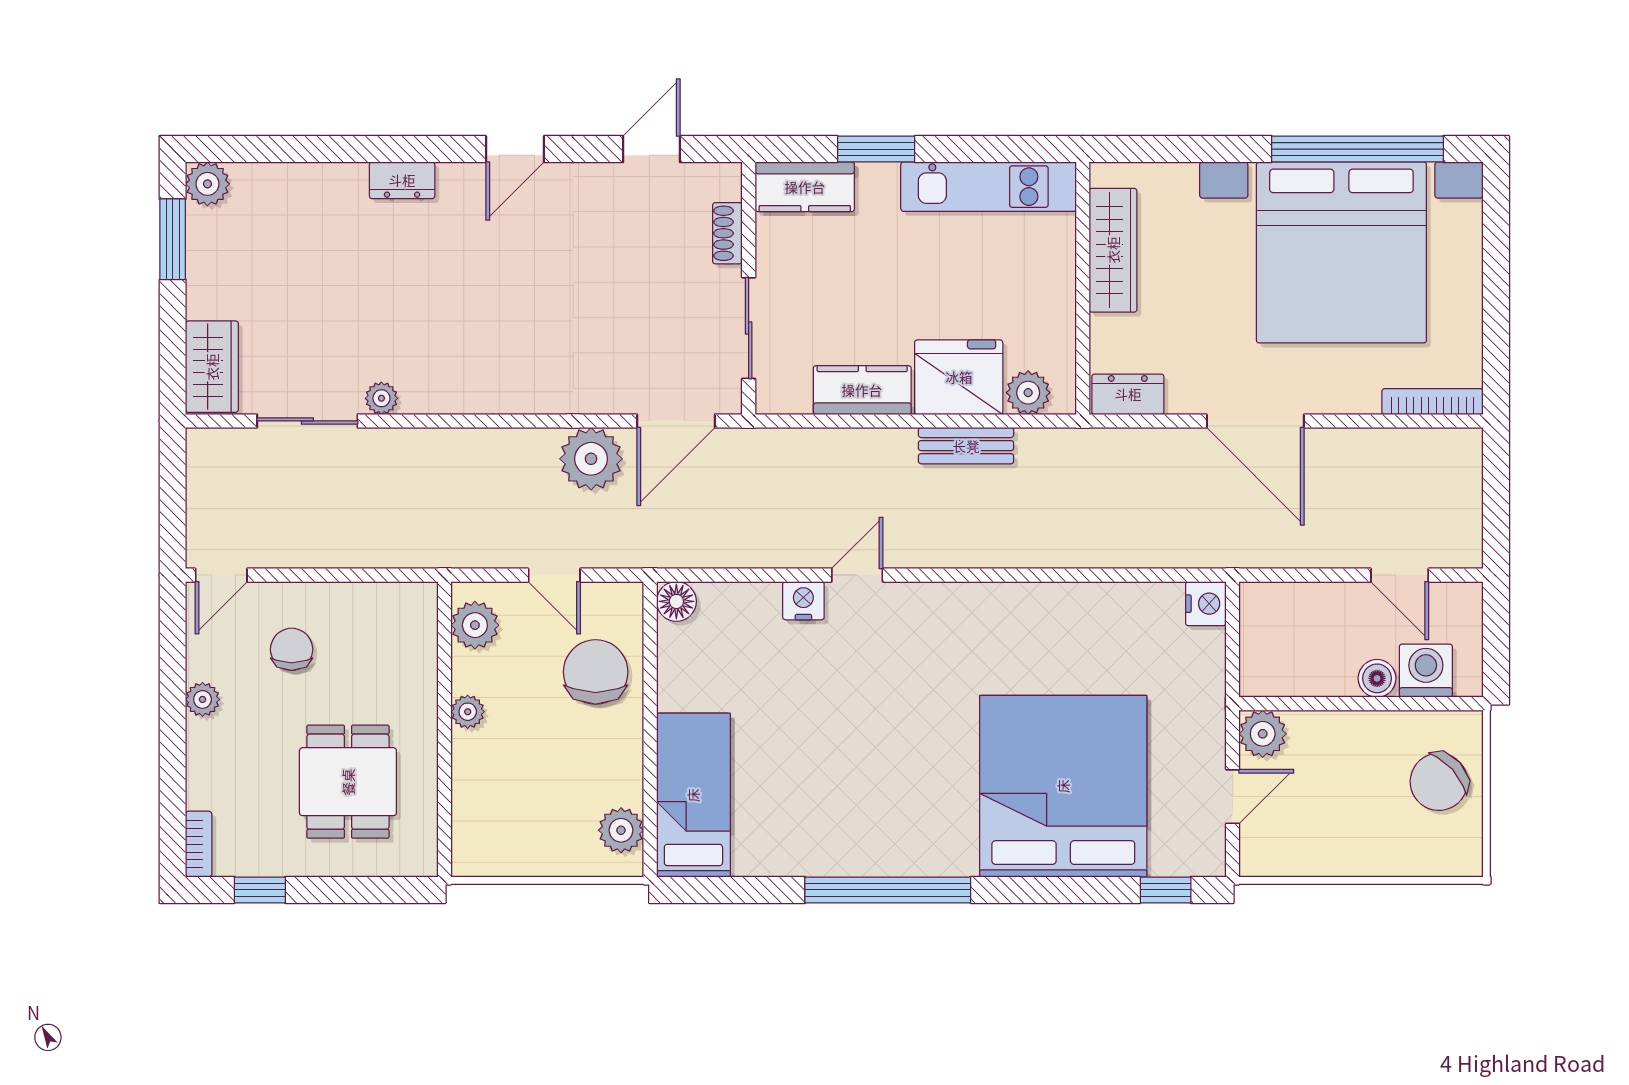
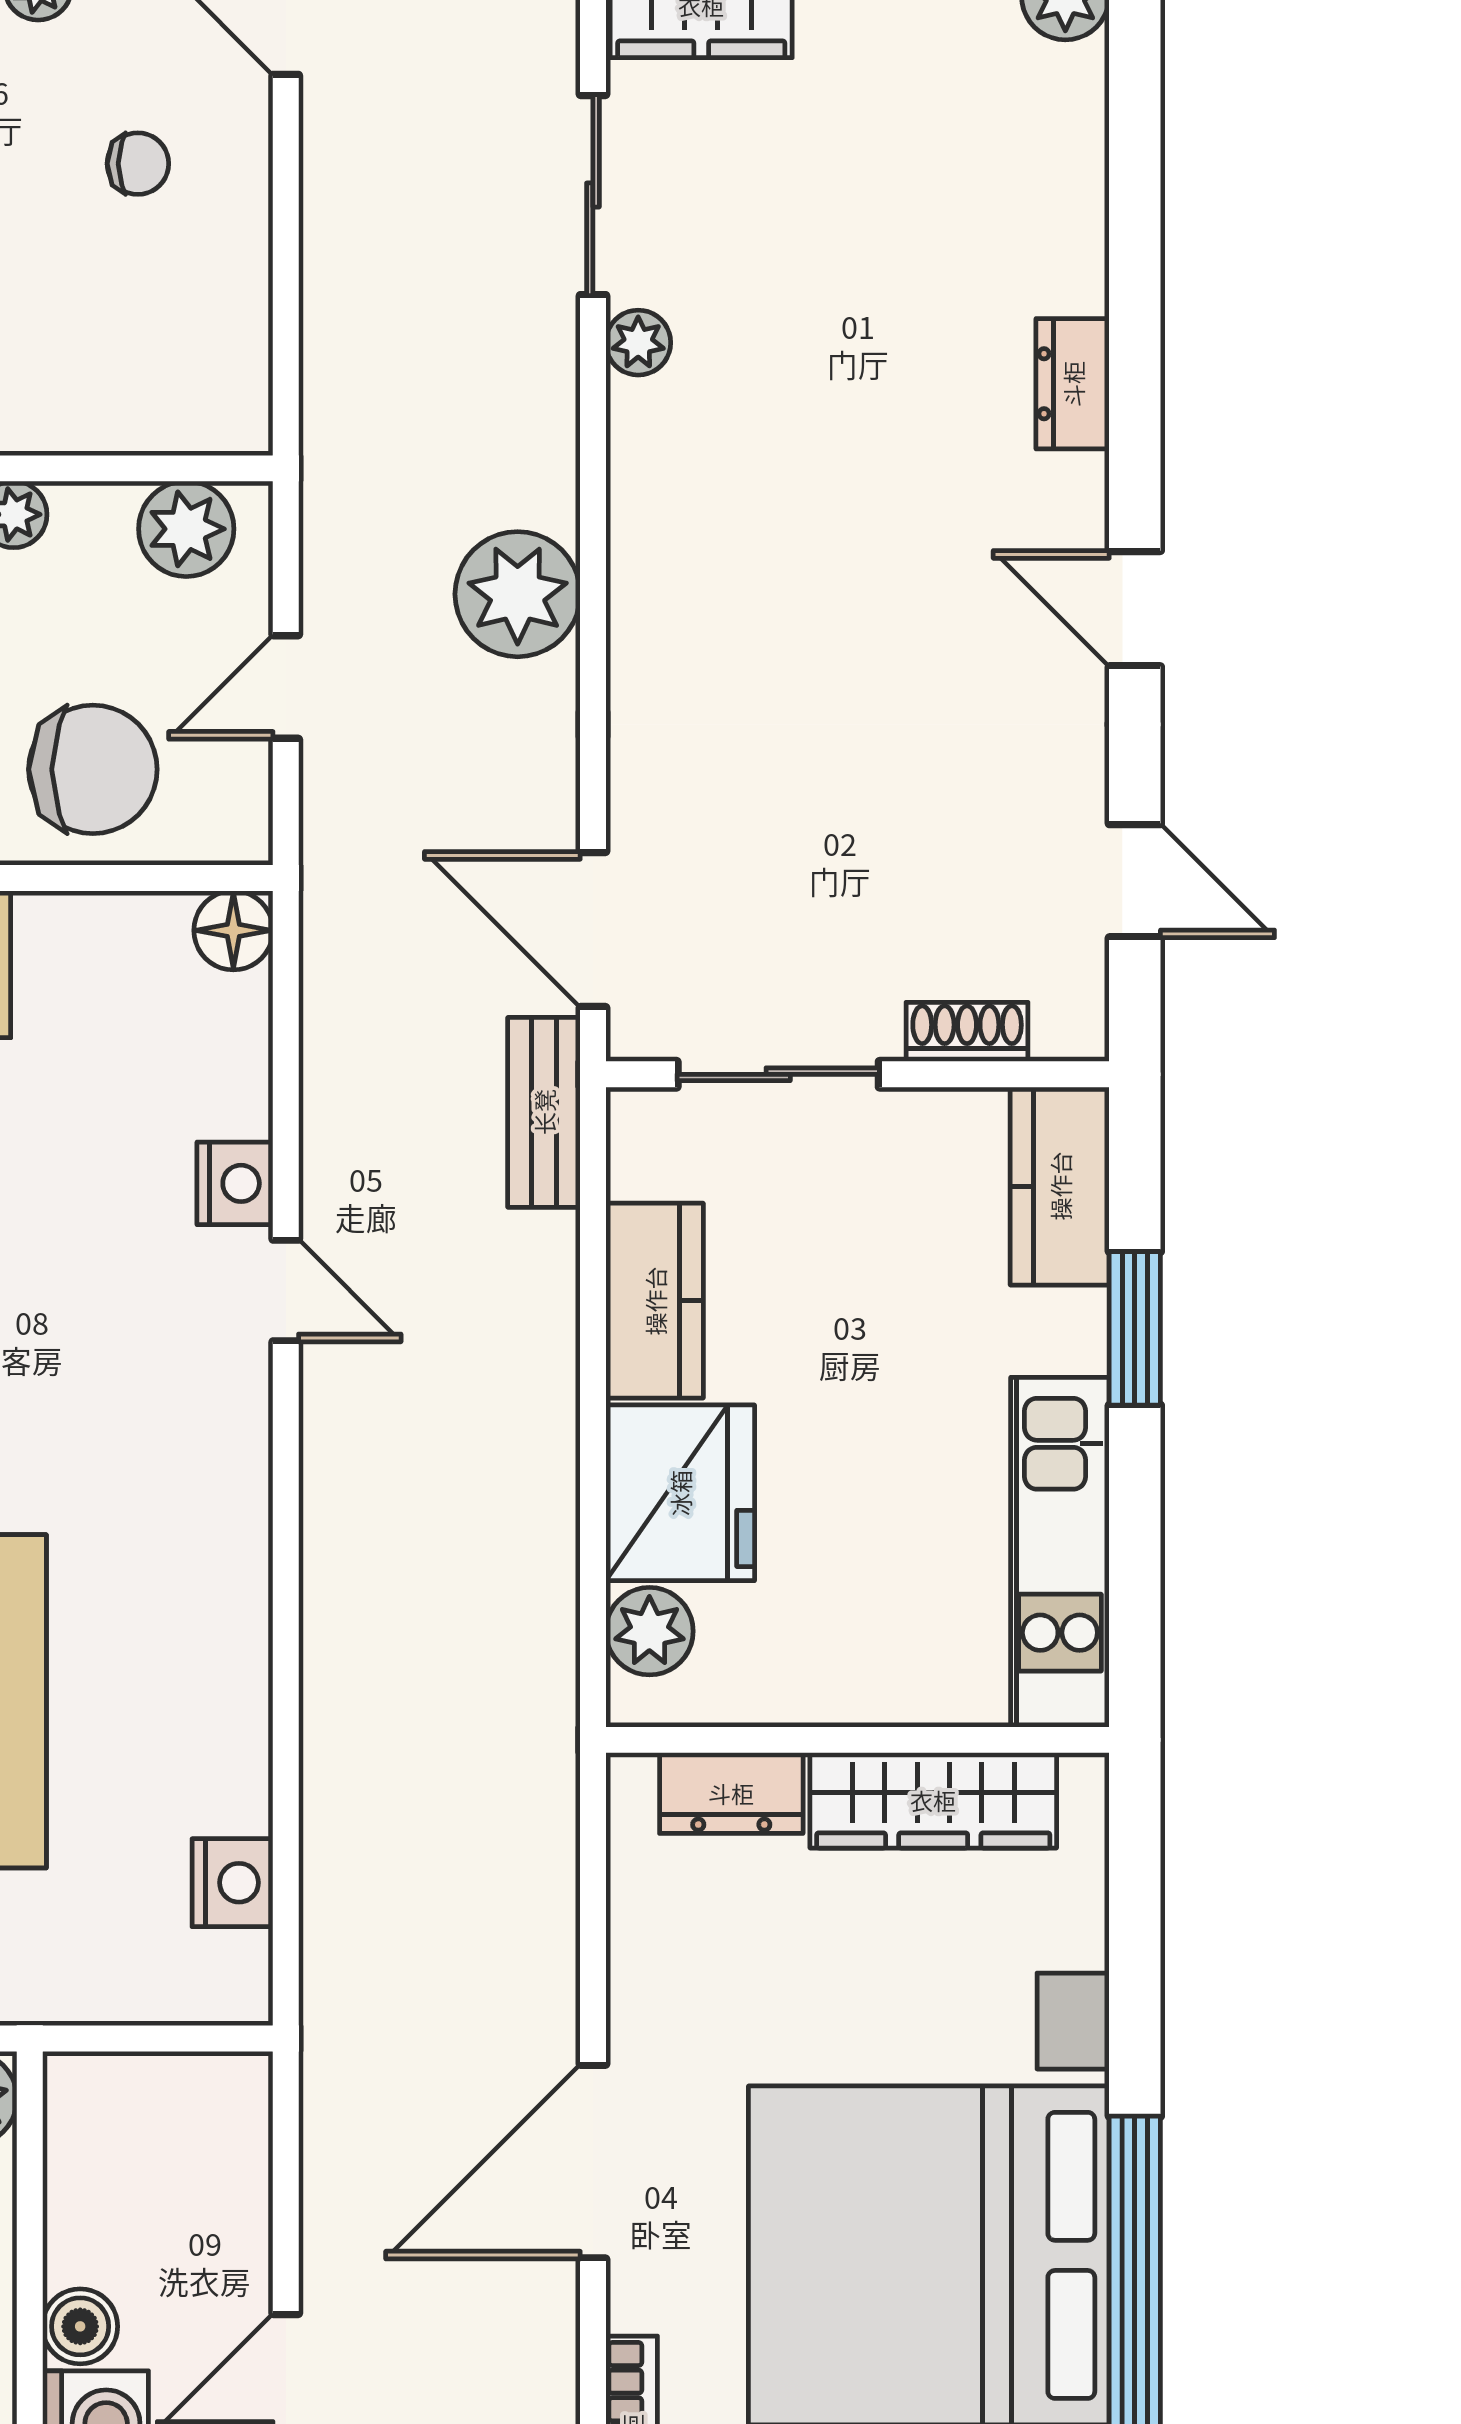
dresser: (1128, 394) -> (731, 1793), moved, turned 90
door: (1255, 421) -> (593, 2162), moved
bench: (966, 446) -> (544, 1112), moved
plant: (591, 459) -> (518, 594), moved
nightstand: (1206, 604) -> (233, 1883), moved, turned -90
chair: (292, 649) -> (138, 164), width x0.73, depth x0.73

